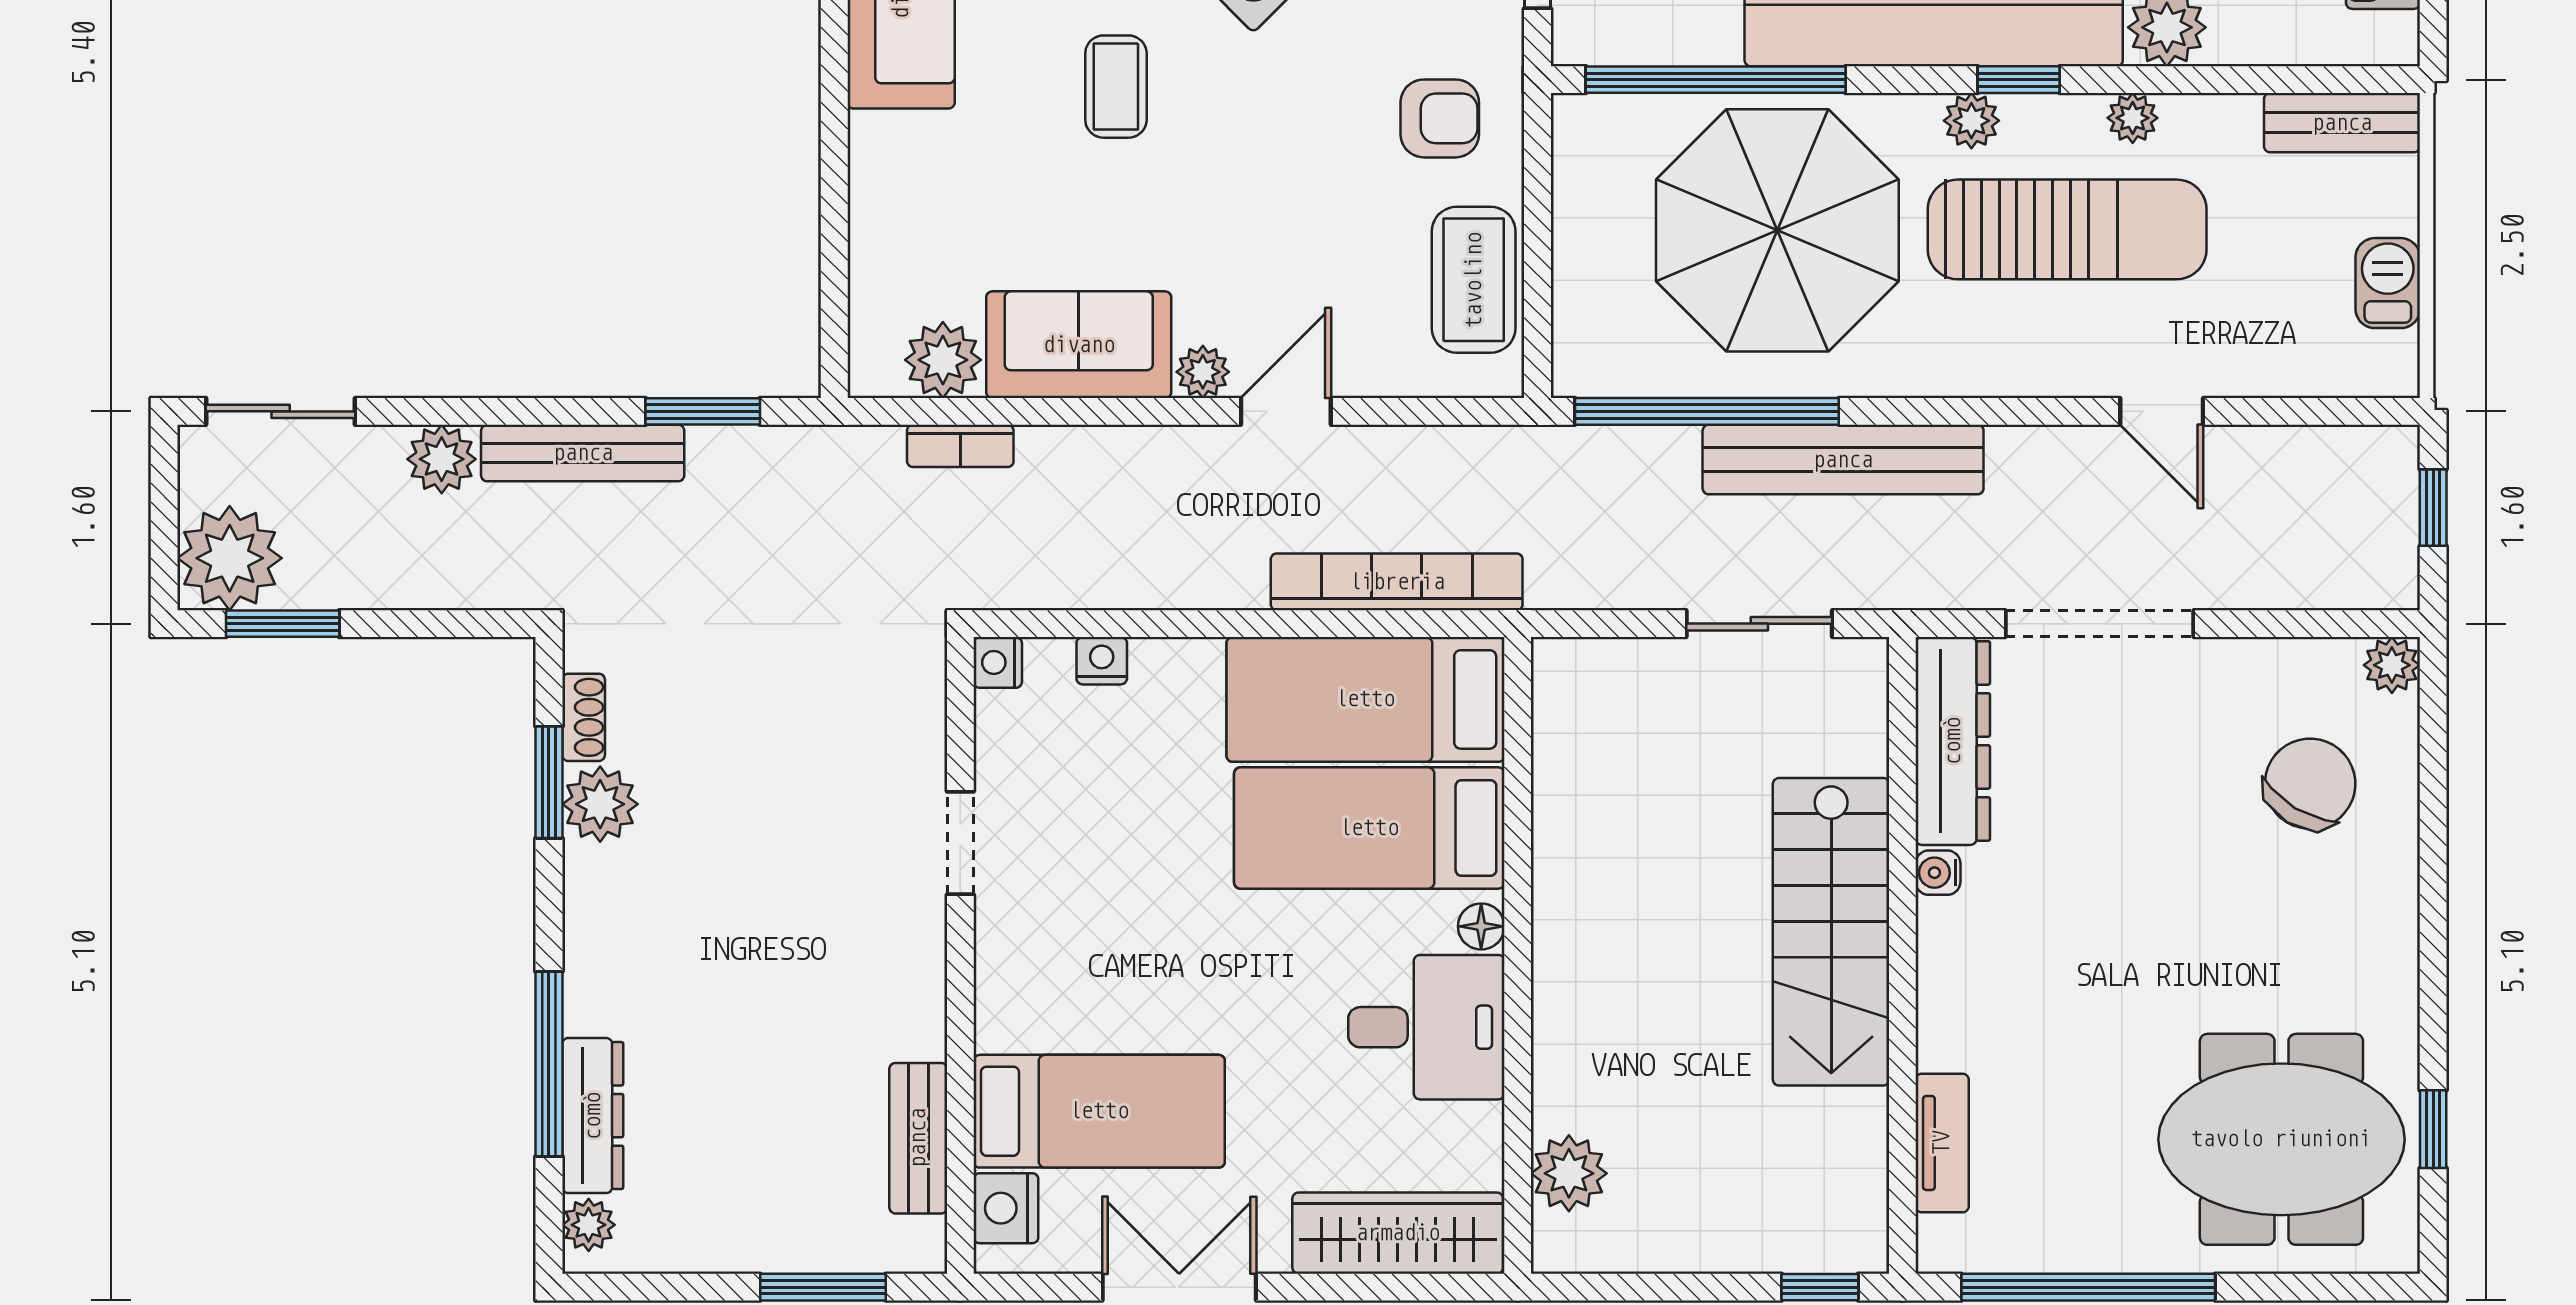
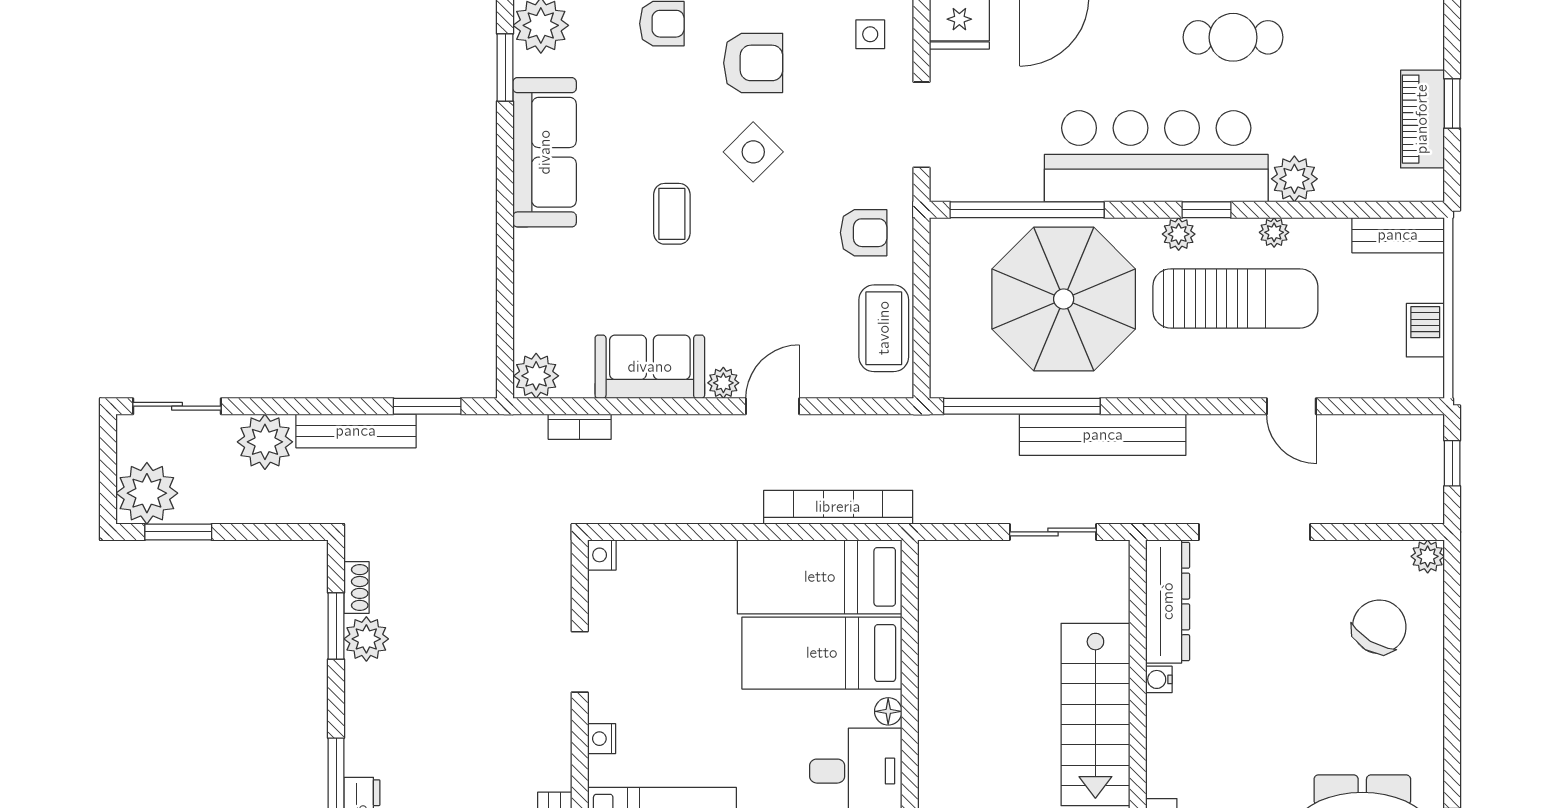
plant: (943, 360) -> (536, 376), moved
plant: (442, 459) -> (265, 442), width x1.36, depth x1.36
nightstand: (1102, 661) -> (602, 739), moved, turned -90

